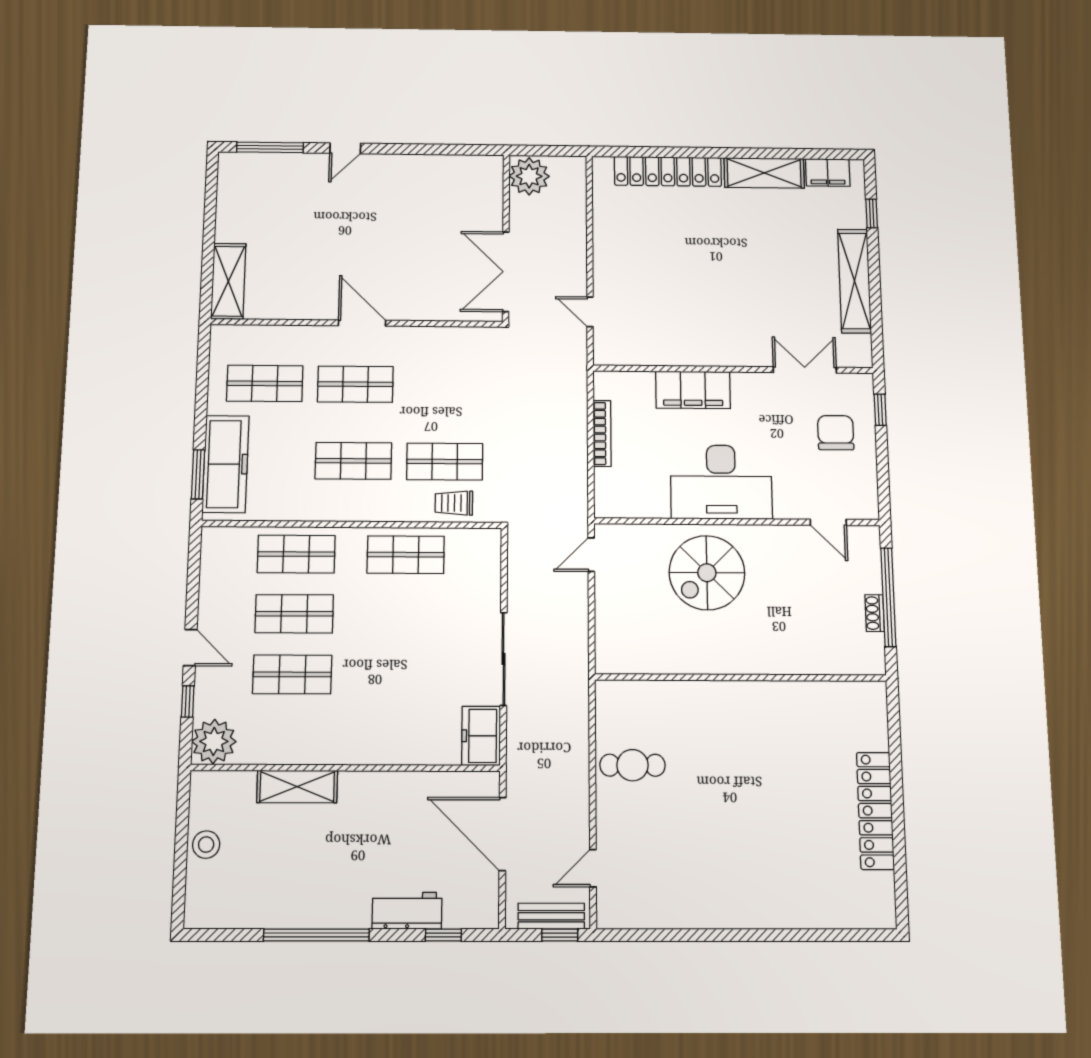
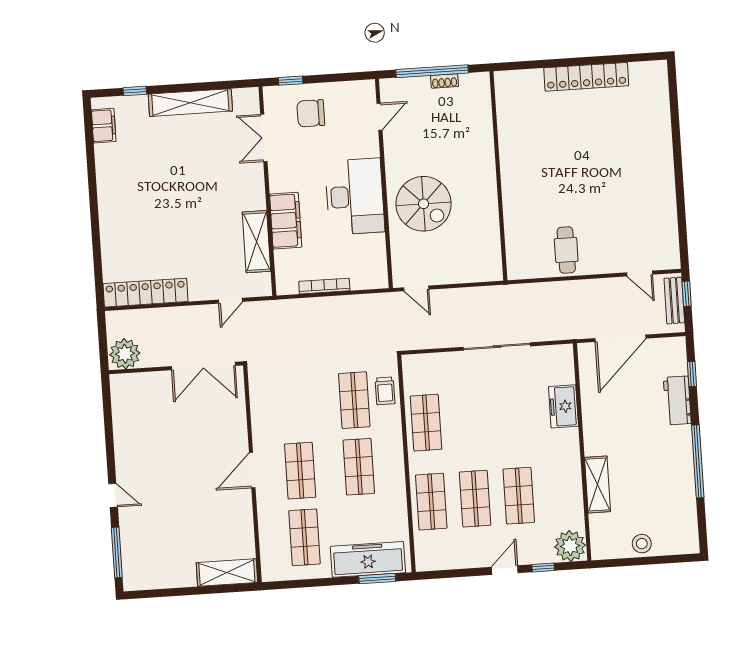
locker: (668, 171) -> (146, 293), moved, turned -90
shelving: (764, 173) -> (256, 242), moved
freezer: (481, 736) -> (563, 406), moved, turned 90

